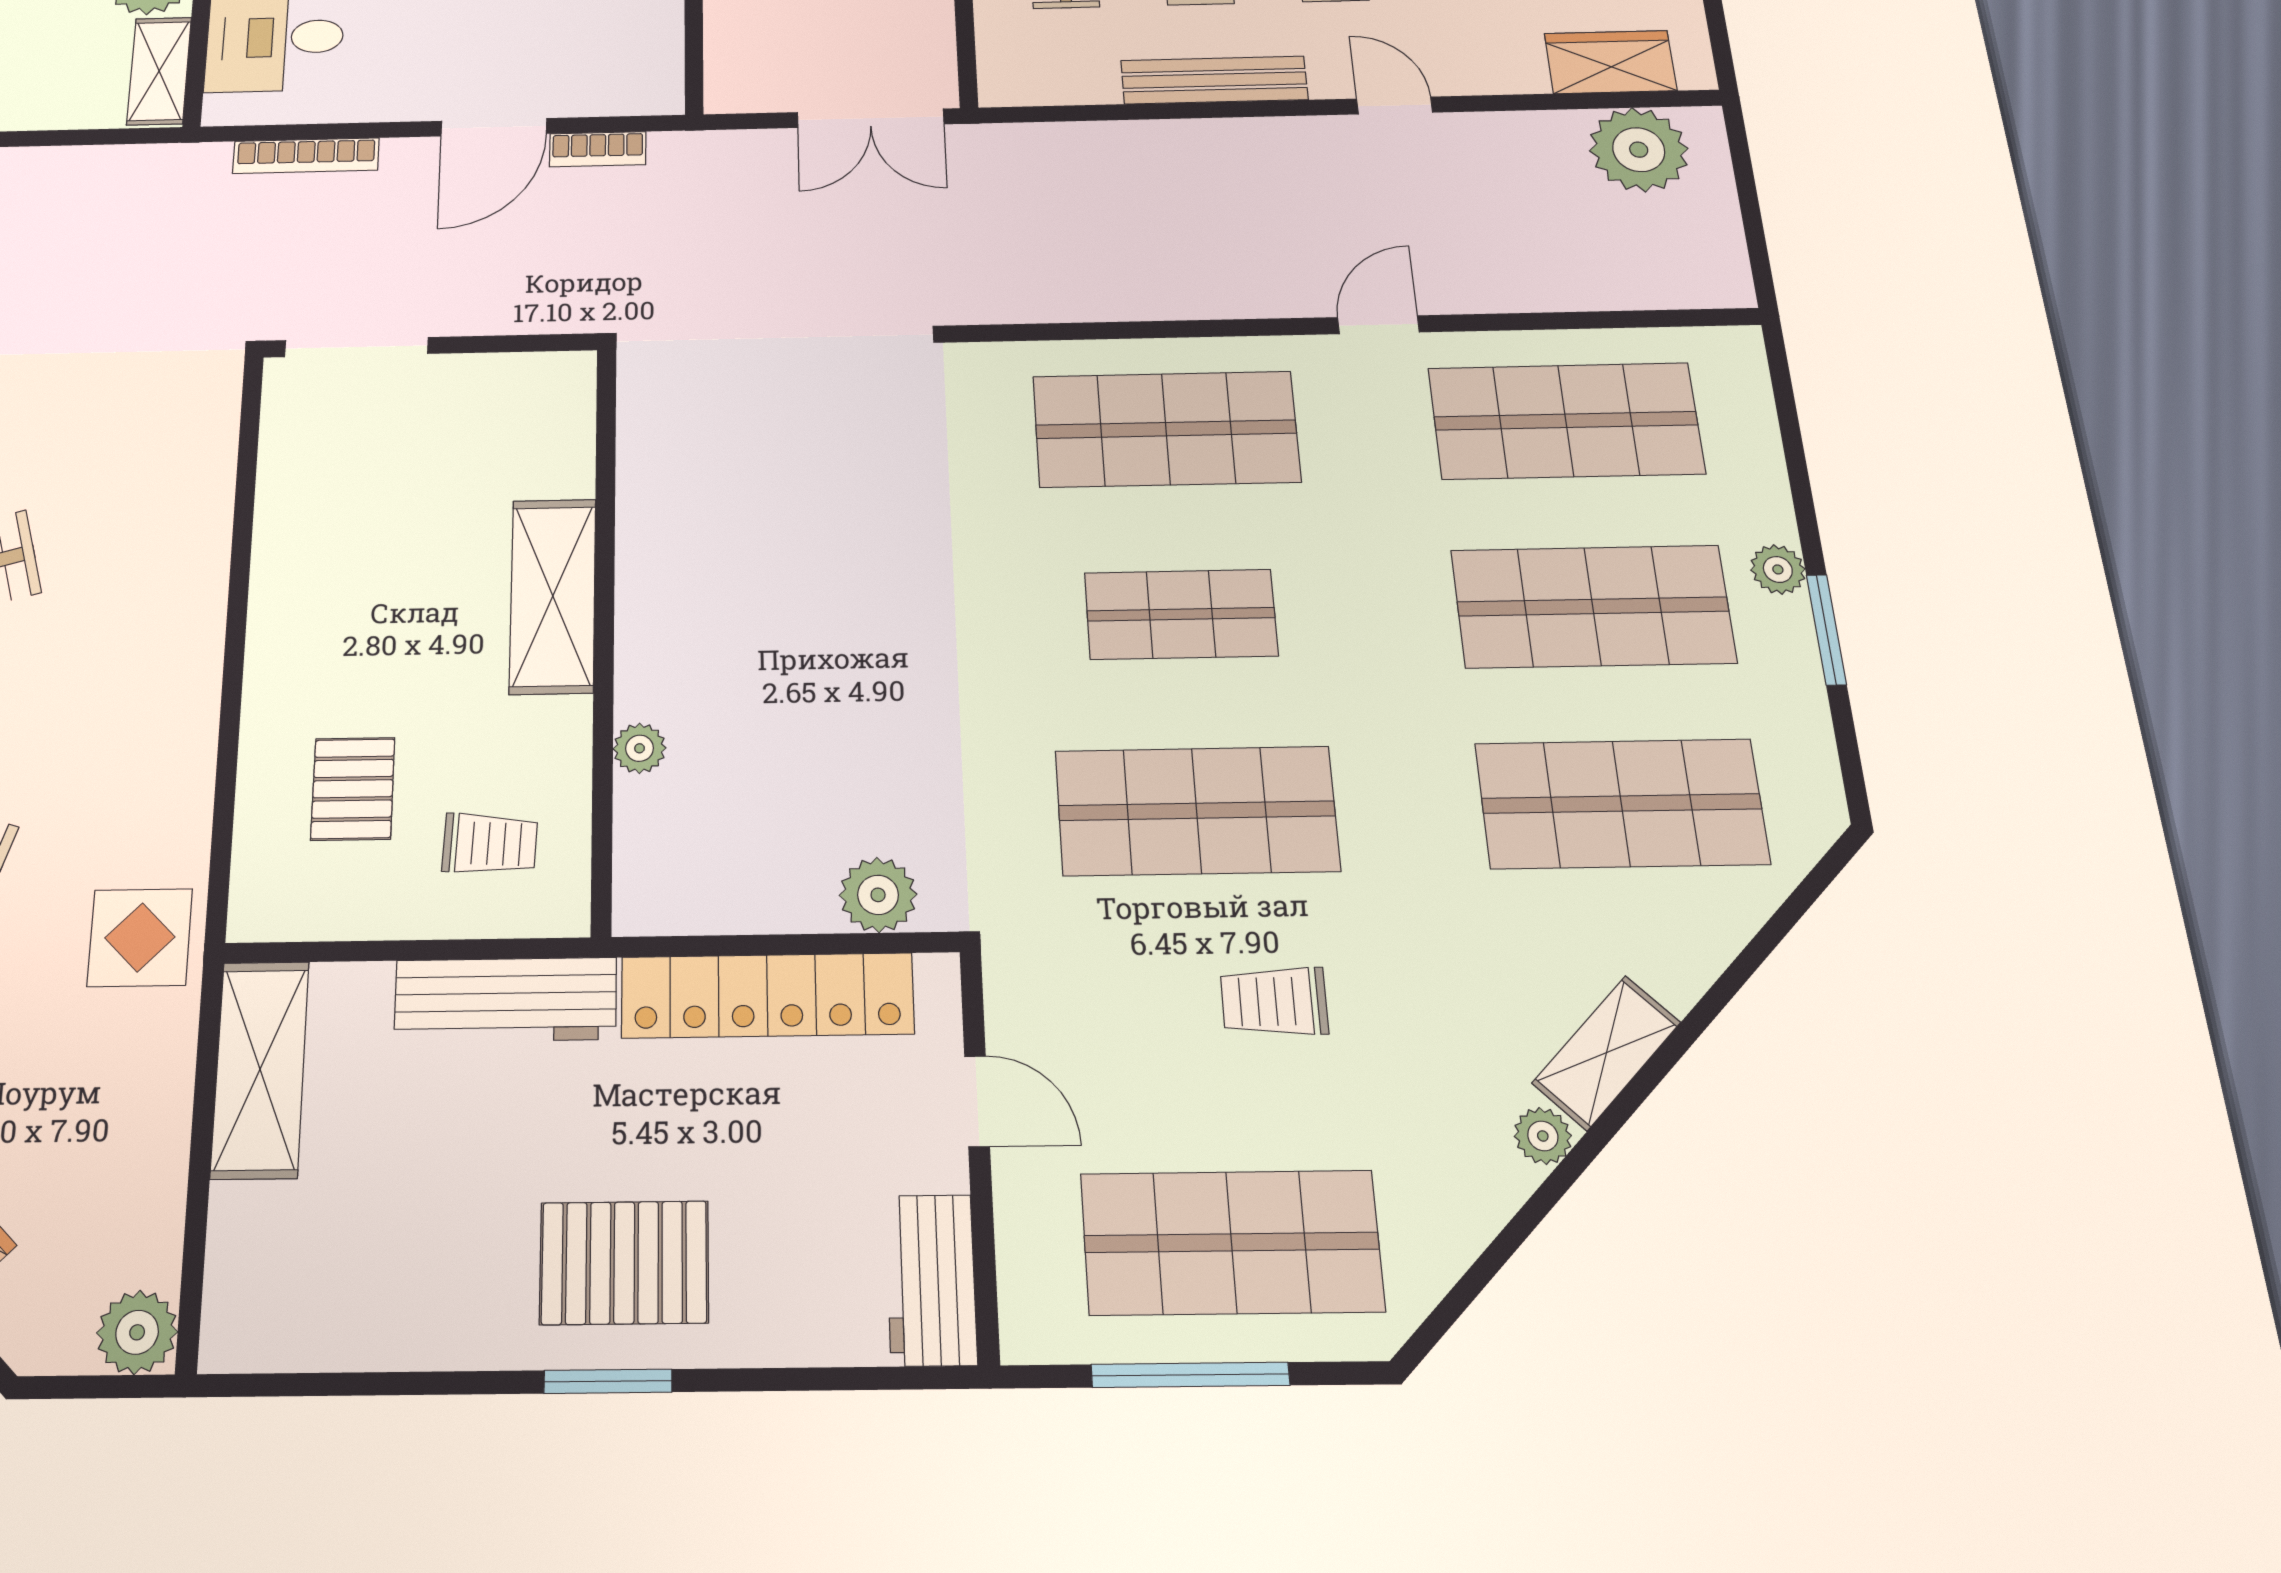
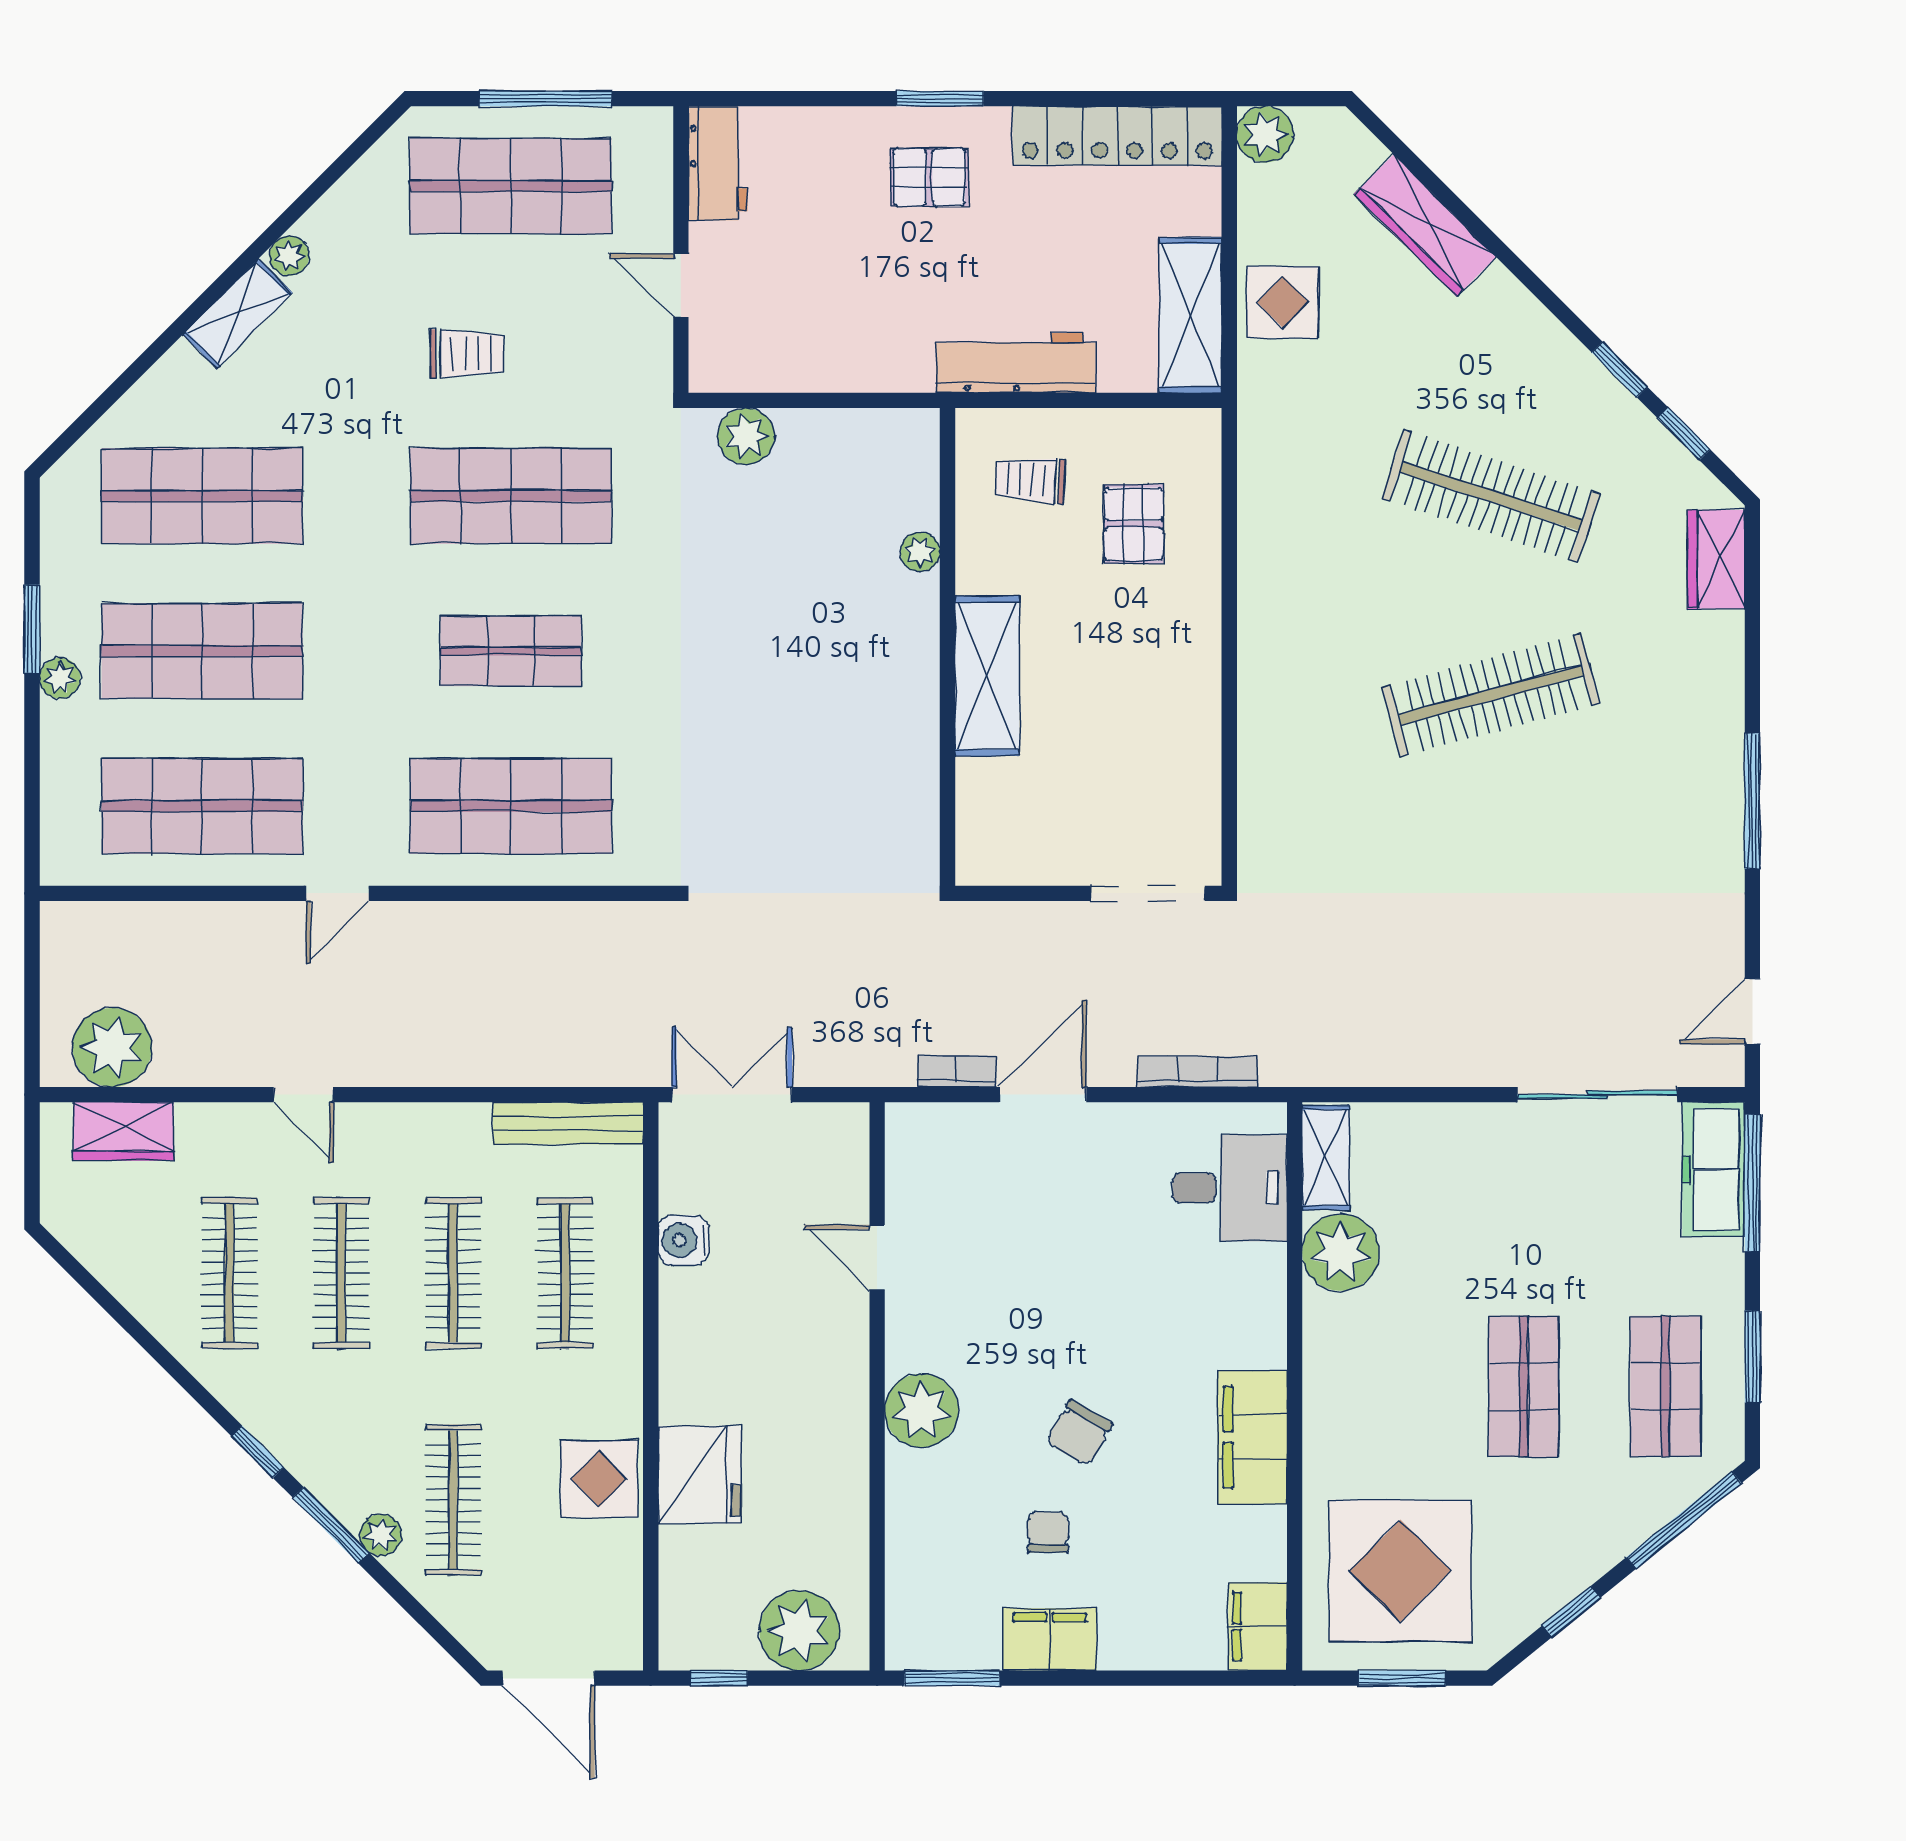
bench: (1214, 80) -> (568, 1123), moved
display table: (140, 937) -> (1283, 302), moved
locker: (767, 995) -> (1117, 136), moved, turned 180
pallet: (624, 1263) -> (929, 177), width x0.67, depth x0.71

